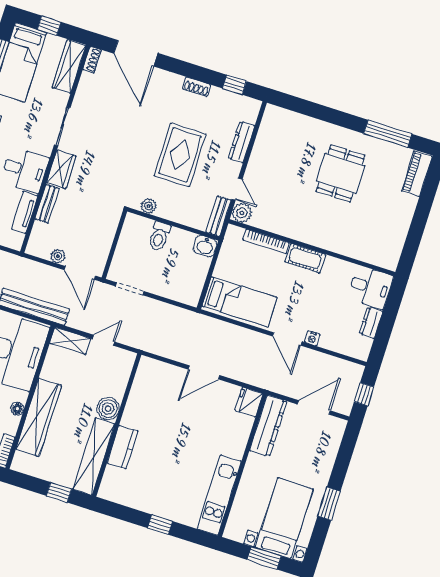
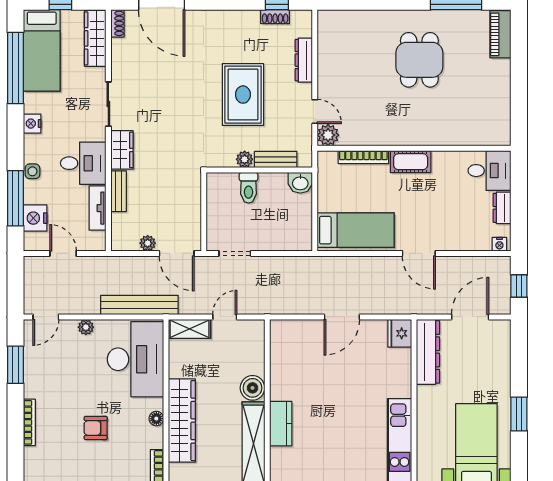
shoe rack: (197, 87) -> (275, 17), moved
plant: (149, 206) -> (245, 159), moved
bench: (218, 216) -> (276, 160), moved, turned 90
nightstand: (312, 338) -> (499, 244), moved

